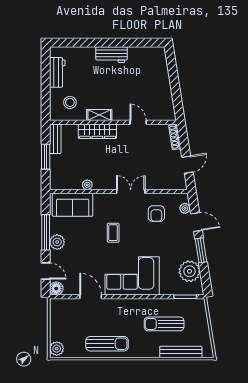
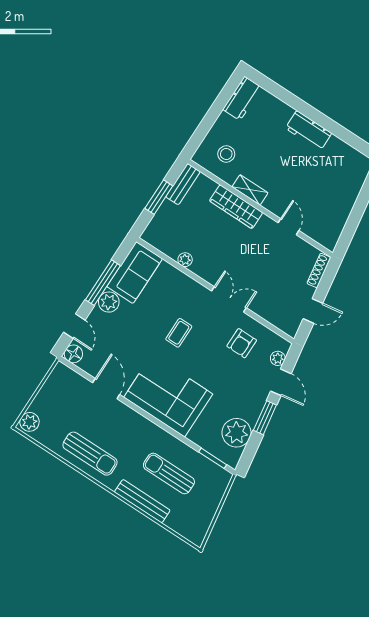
workbench: (57, 72) -> (242, 98), moved
sofa: (73, 205) -> (135, 273), moved, turned -90
bench: (181, 352) -> (142, 501), moved

